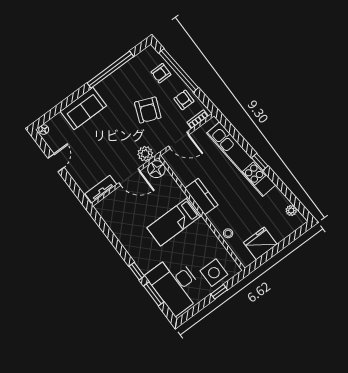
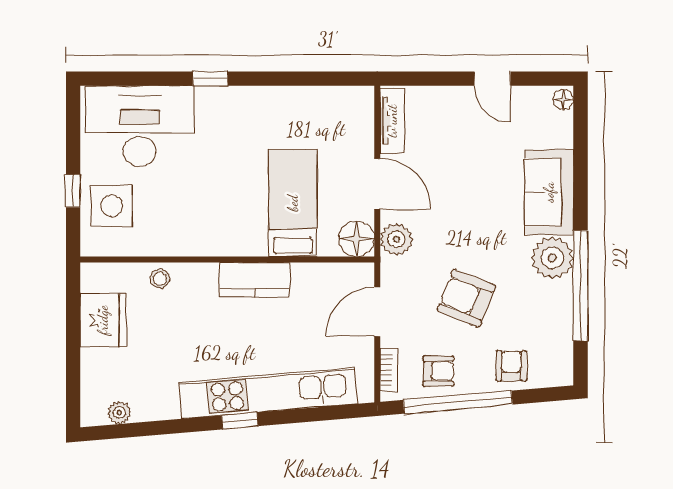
window: (179, 70) -> (458, 402), moved
plant: (108, 88) -> (552, 258), added
door: (129, 177) -> (377, 184), swing flipped
bed: (174, 222) -> (293, 203), moved
window: (154, 294) -> (151, 79), removed

